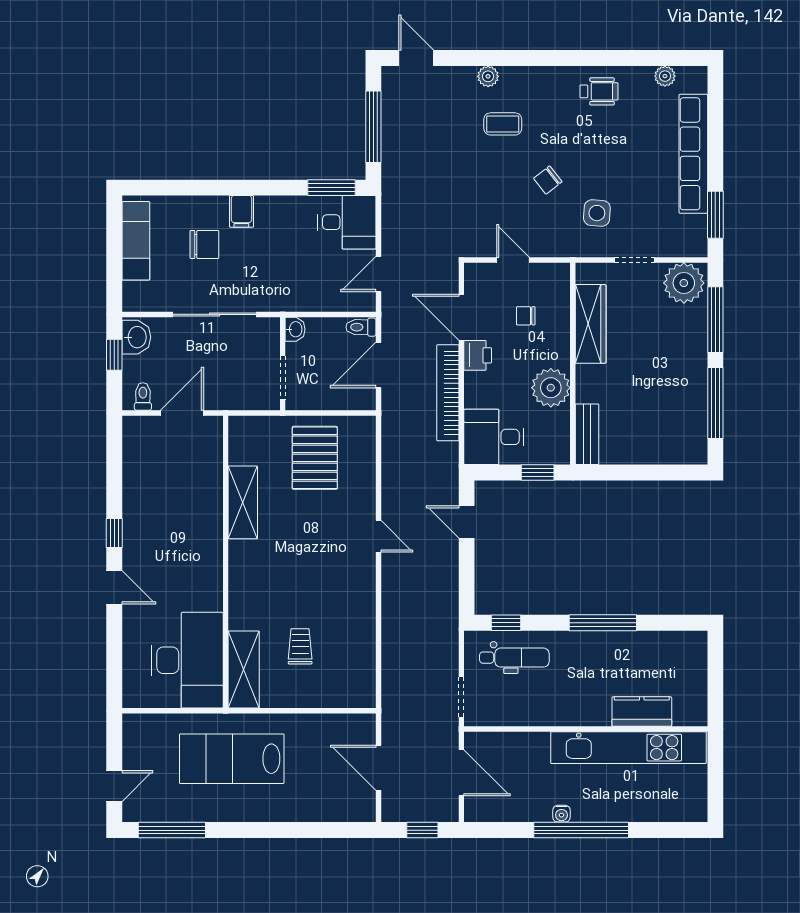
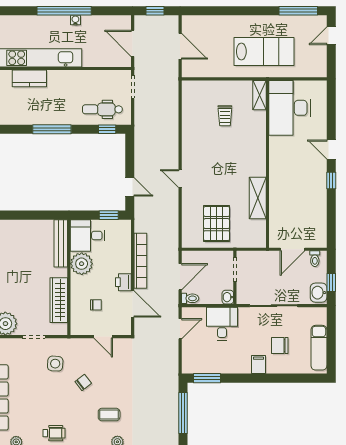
wheelchair: (599, 91) -> (54, 433), turned 180
desk: (347, 222) -> (222, 324), moved, turned 90
bench: (587, 434) -> (61, 243), width x1.36
desk: (494, 437) -> (88, 236), moved, turned 180
window: (538, 472) -> (109, 215), moved
shelving: (244, 670) -> (259, 95), width x0.67, depth x0.75

